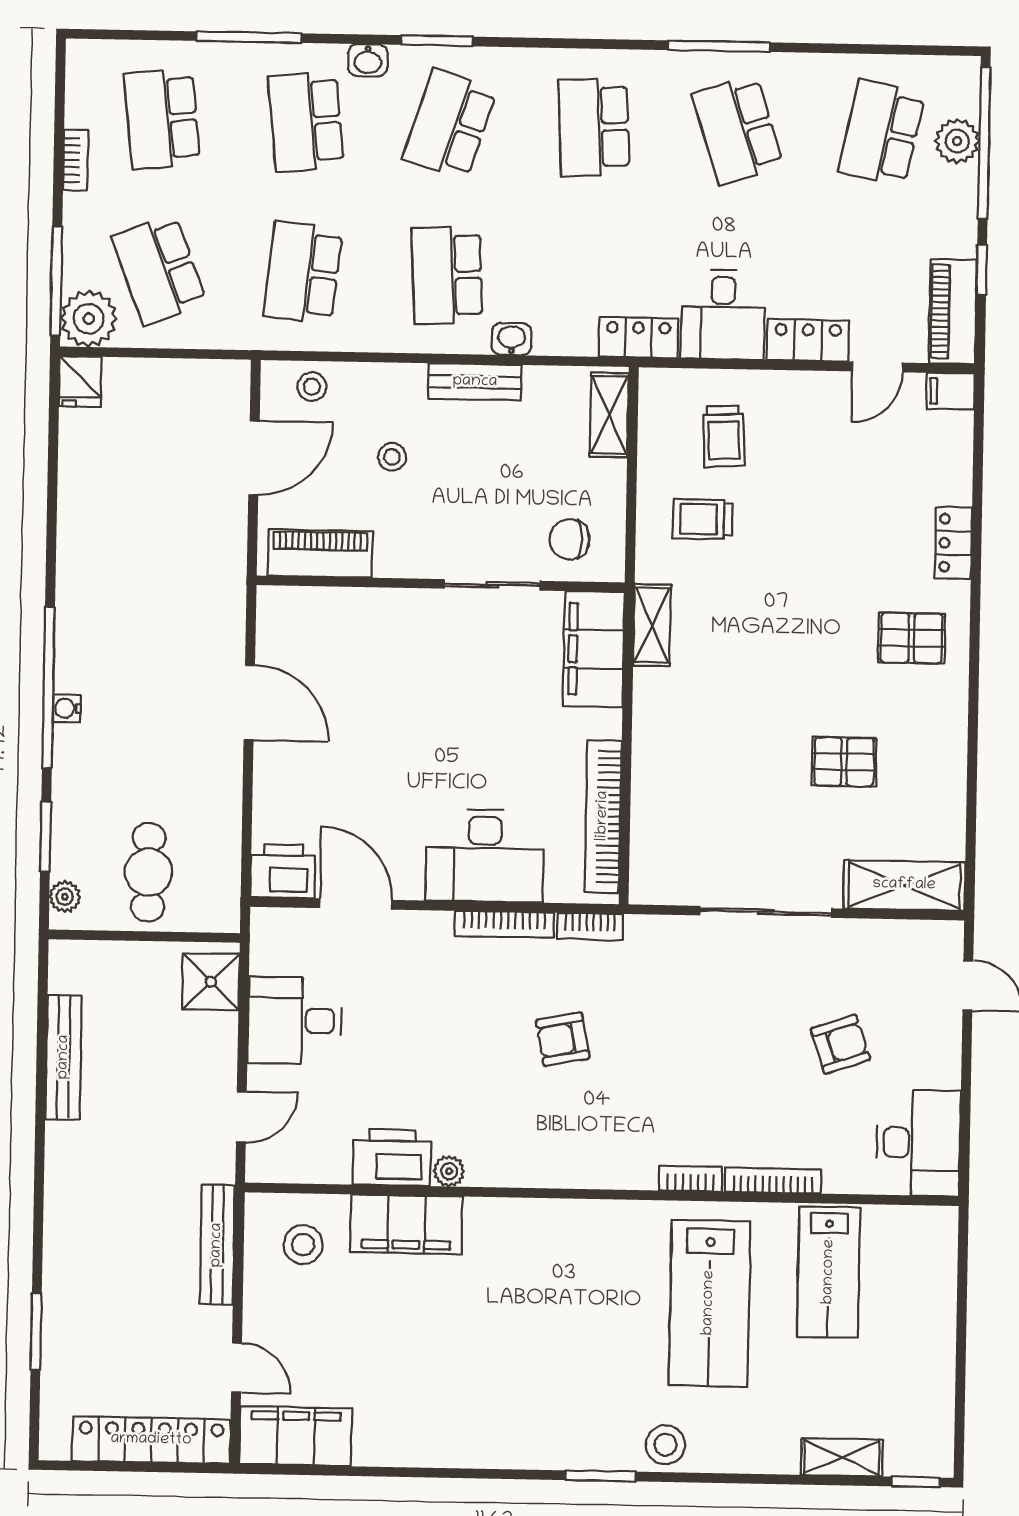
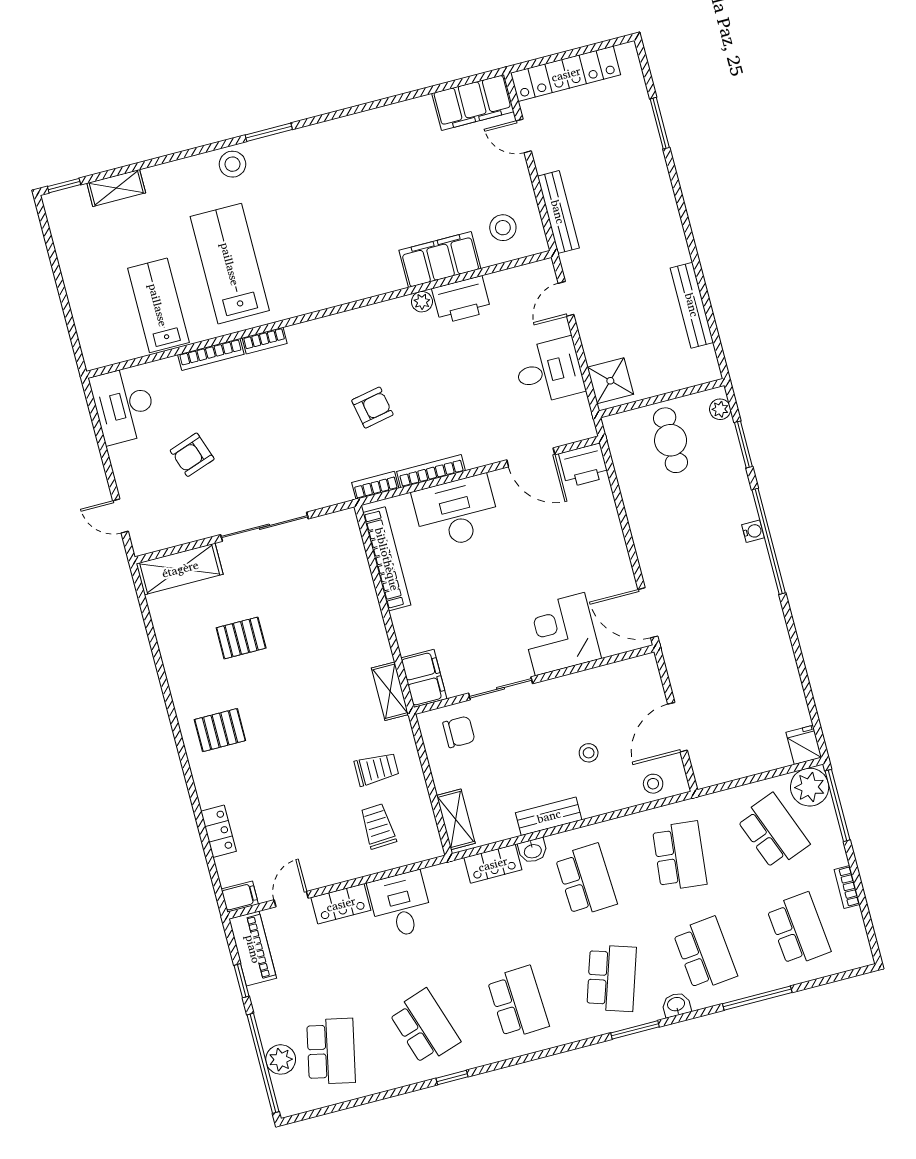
window: (719, 46) -> (452, 1078), width x0.46
locker: (638, 338) -> (493, 864), moved
locker: (953, 543) -> (218, 831), moved
piano: (320, 554) -> (617, 677), removed
corner desk: (385, 639) -> (560, 634), added
filing cabinet: (594, 649) -> (424, 678), width x0.67, depth x0.86
door: (249, 703) -> (648, 613), moved

